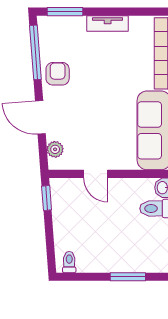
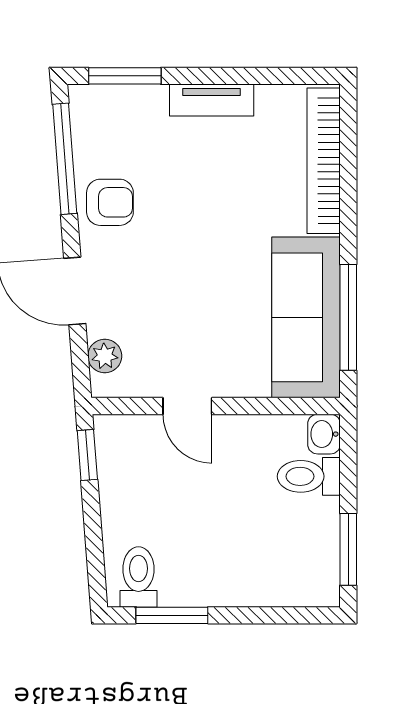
armchair: (58, 74) -> (110, 202), turned 90
toilet: (69, 262) -> (138, 577), width x1.37, depth x1.39
window: (128, 277) -> (172, 615), moved

